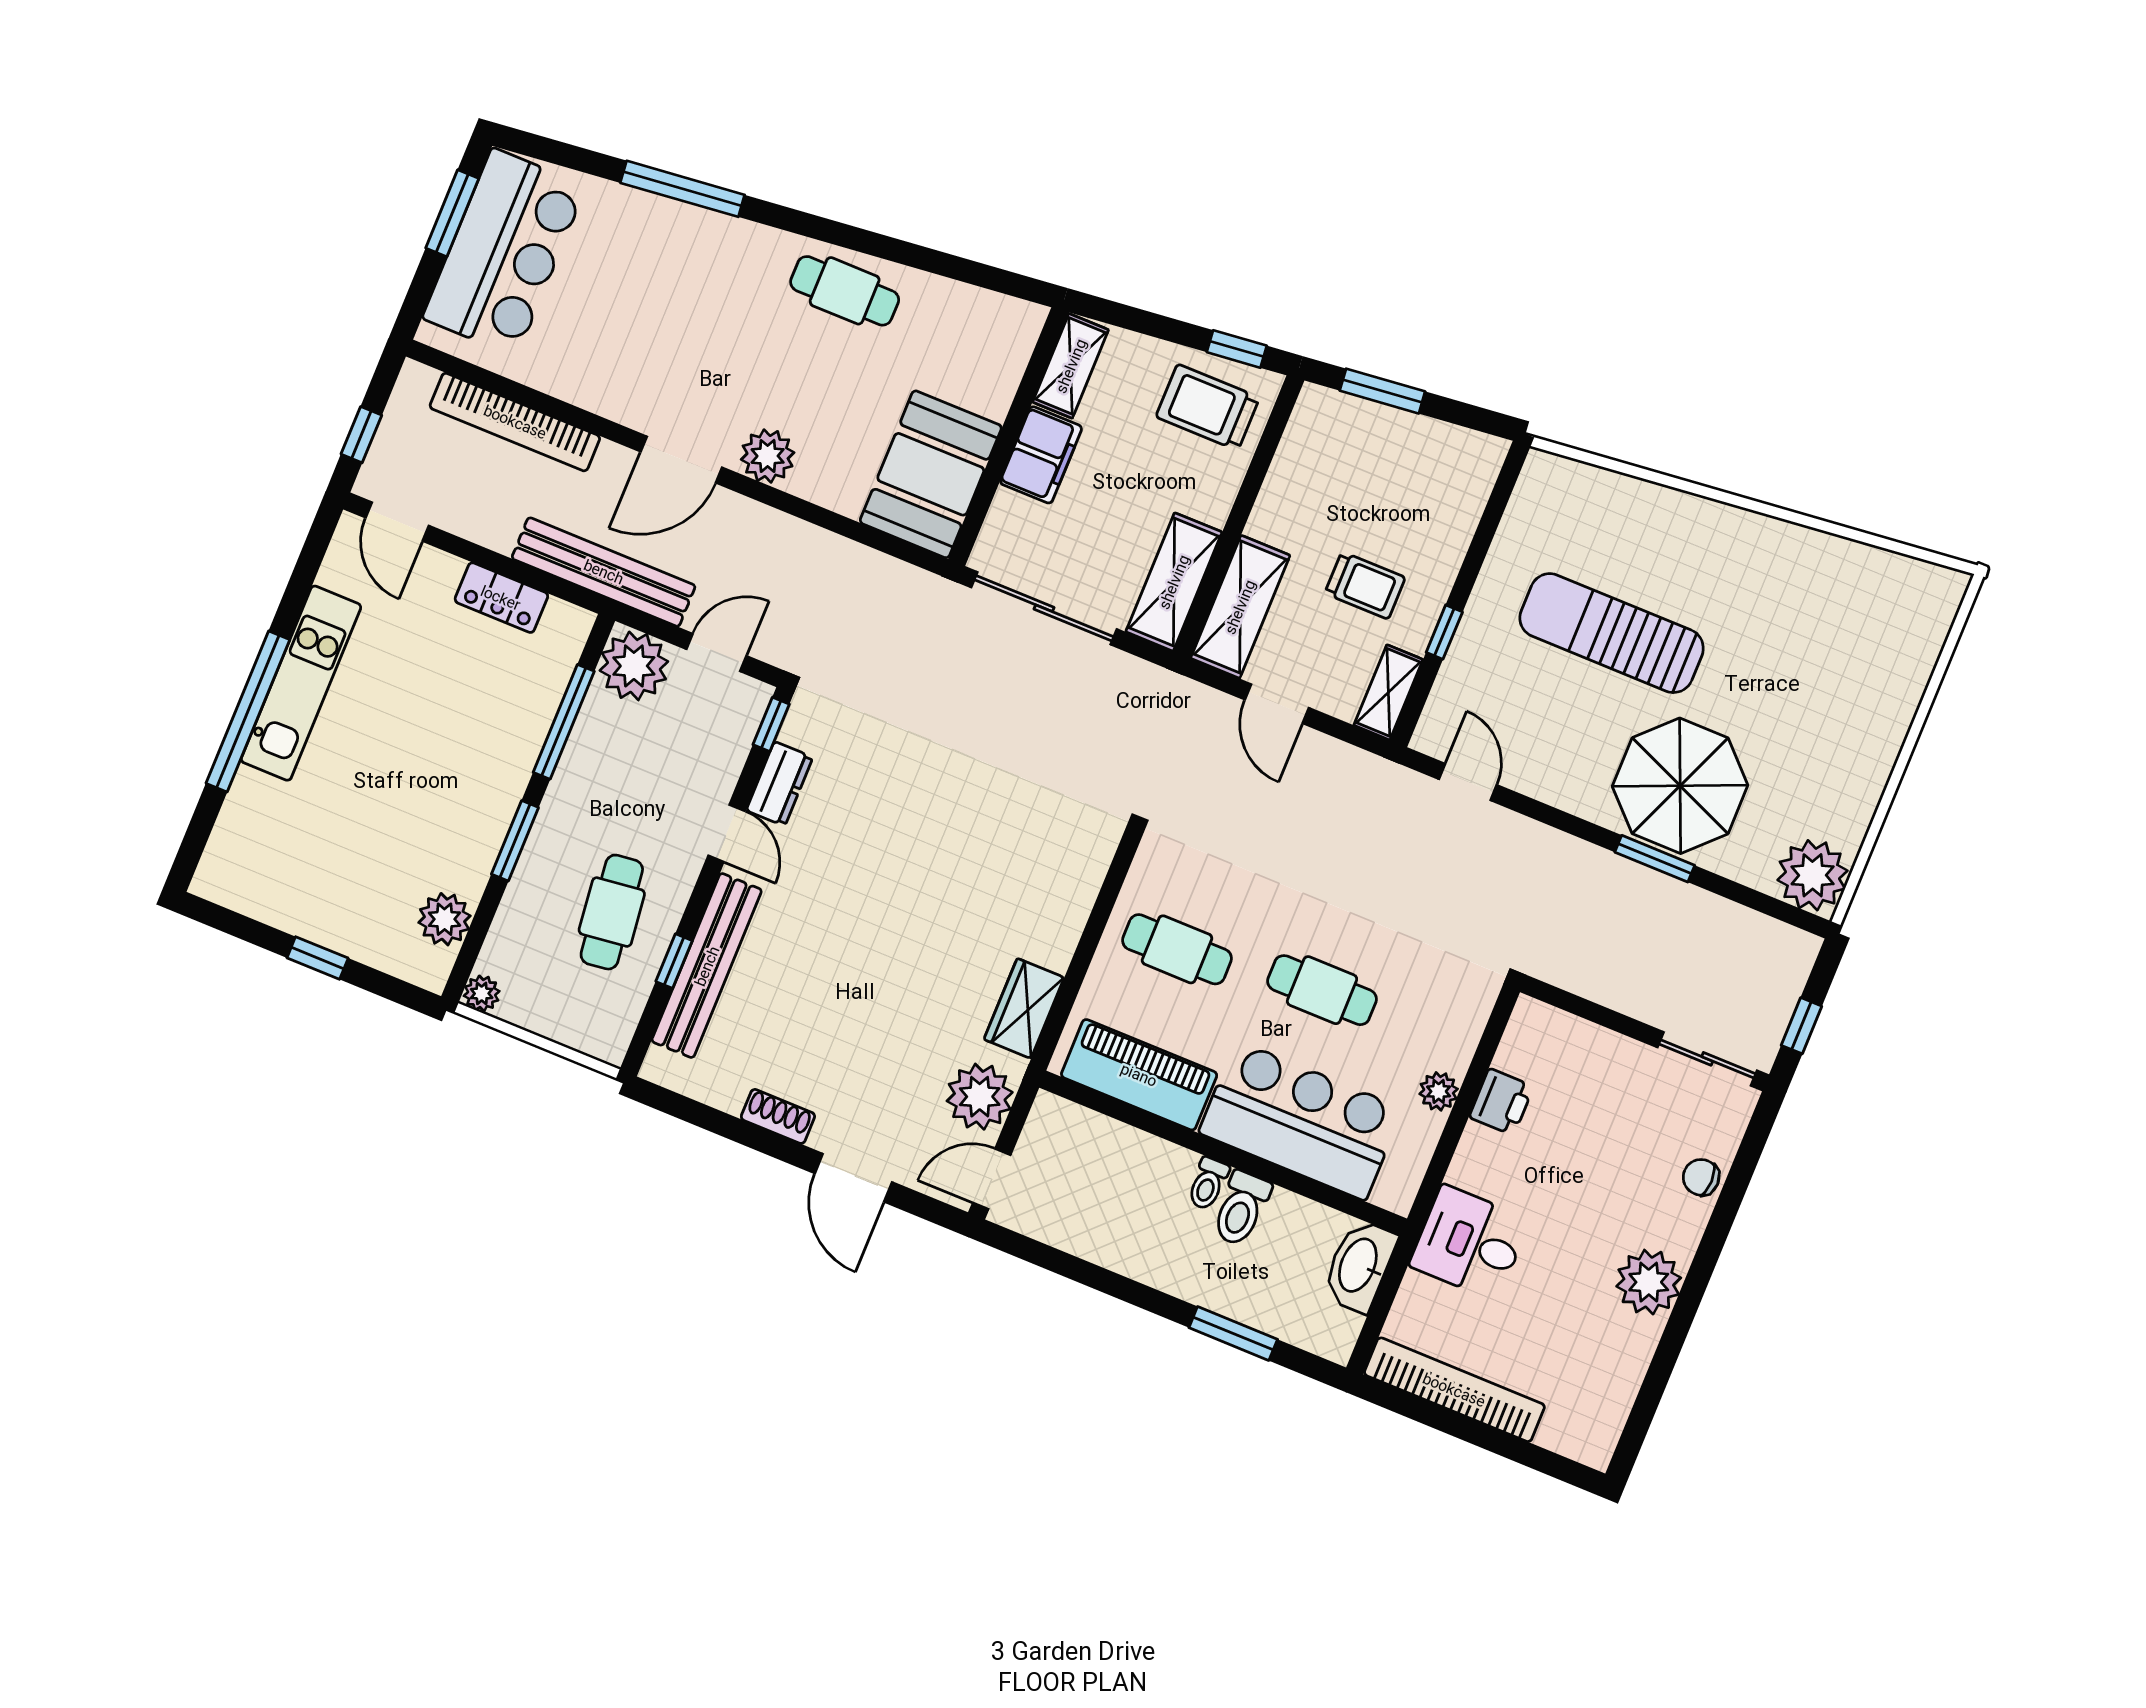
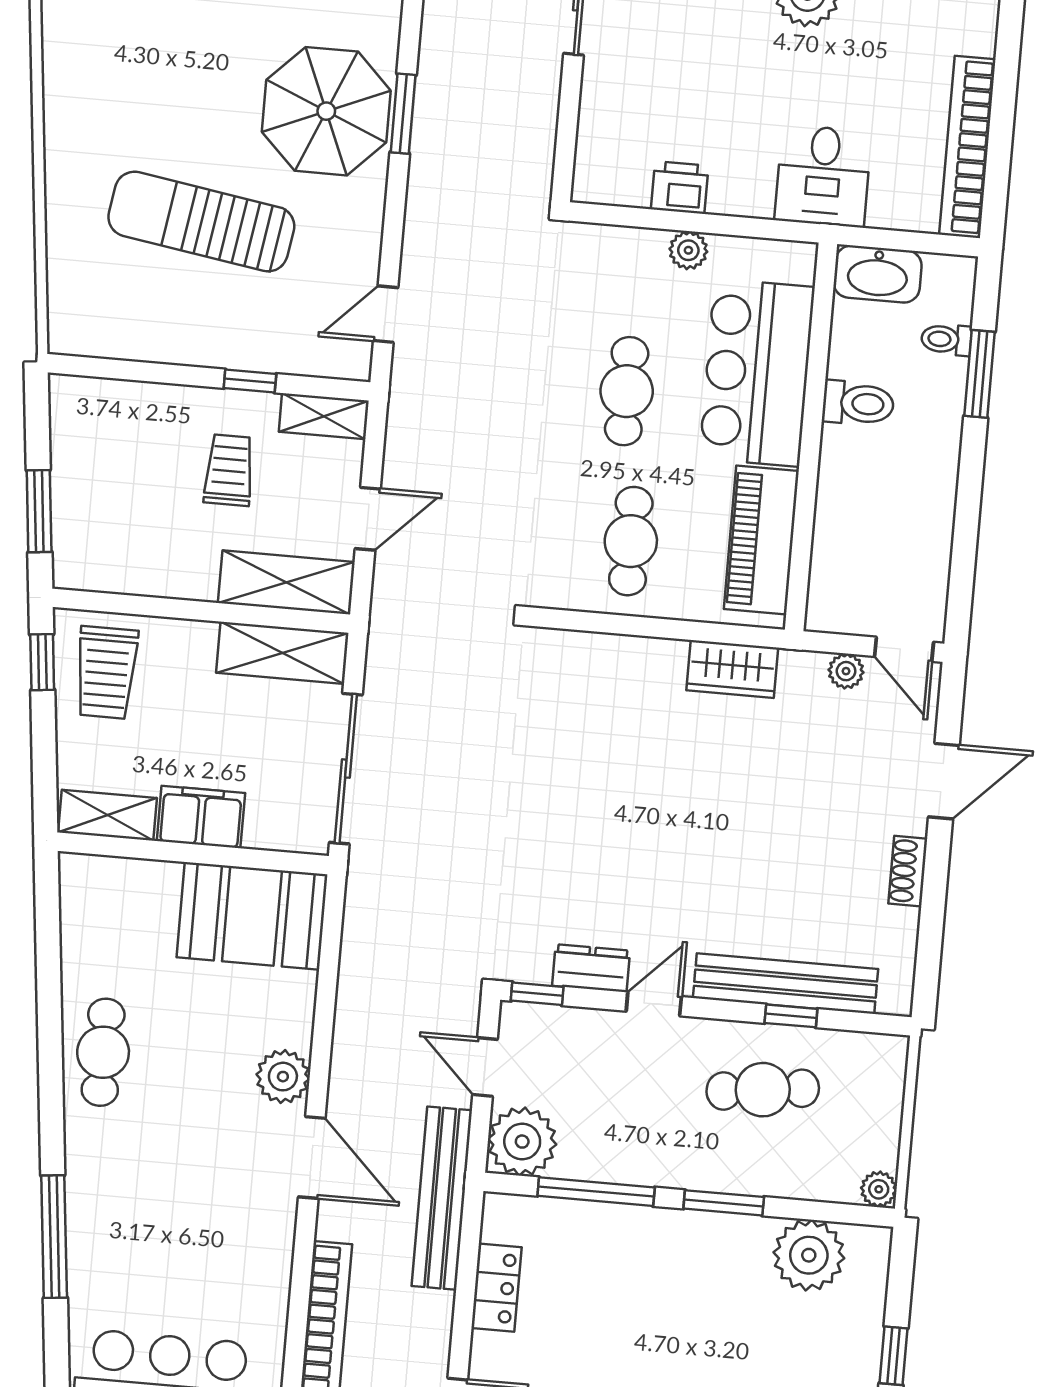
sun lounger: (1612, 633) -> (201, 222), turned 99
plant: (445, 919) -> (809, 1255), width x1.36, depth x1.36
plant: (980, 1097) -> (846, 671), width x0.53, depth x0.53
toilet: (1208, 1184) -> (946, 339), moved, turned 180

